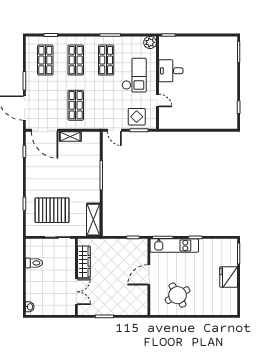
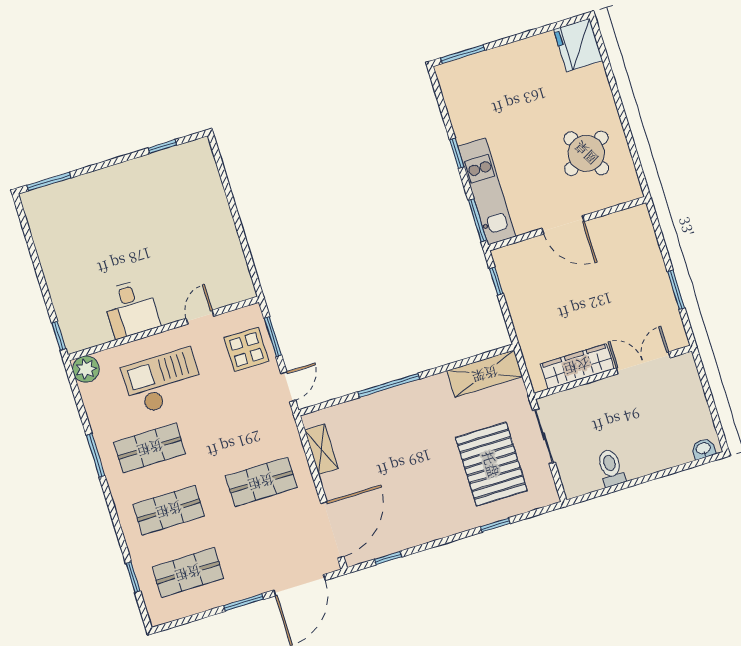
shelving: (70, 136) -> (321, 449), moved
fridge: (229, 277) -> (578, 45), moved, turned 90

